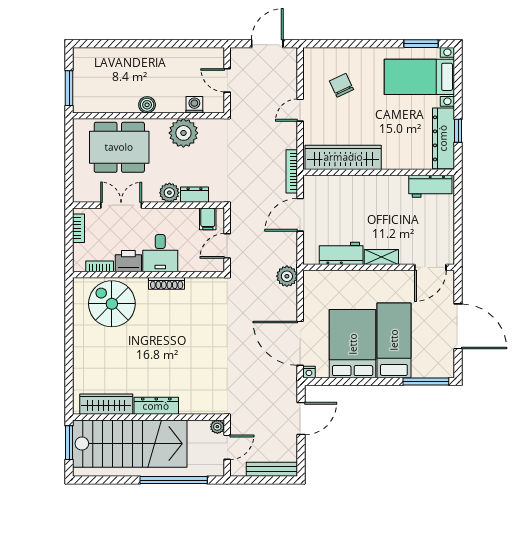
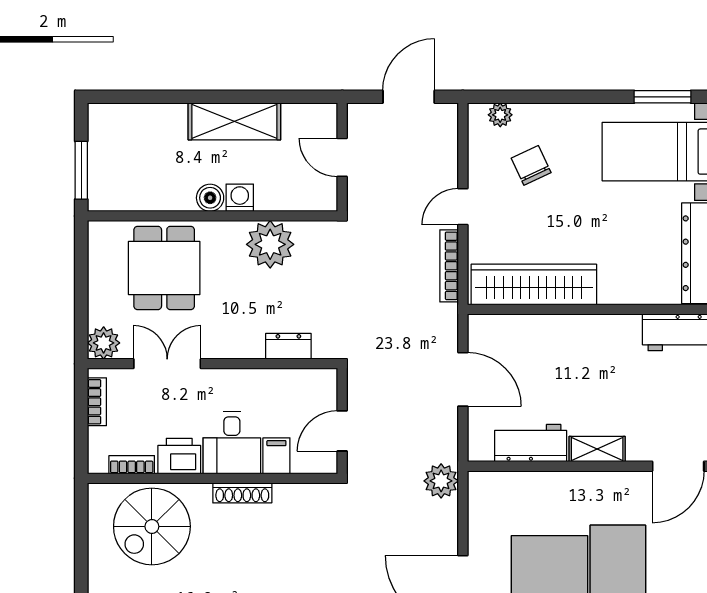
plant: (323, 55) -> (500, 115), added
shelving: (162, 58) -> (234, 121), added
washing machine: (194, 105) -> (240, 198), moved
dining table: (119, 147) -> (164, 268), width x0.73
bookcase: (292, 171) -> (449, 266), moved
plant: (169, 193) -> (104, 343), moved
door: (300, 215) -> (463, 379), swing flipped
filing cabinet: (208, 219) -> (276, 456), moved, turned 180
spiral stairs: (112, 304) -> (152, 526), turned -90

